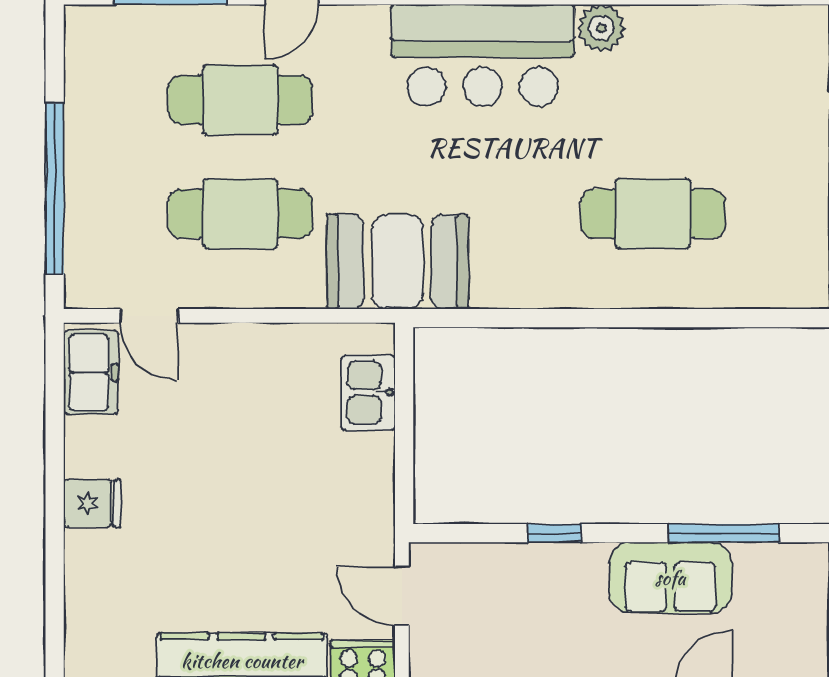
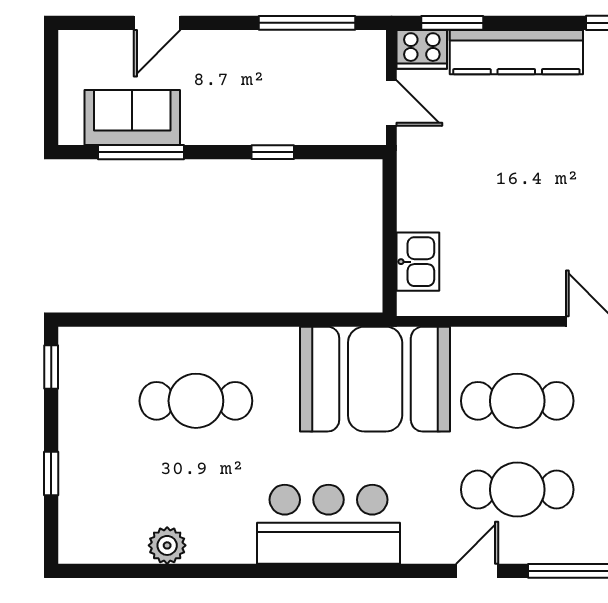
plant: (601, 28) -> (167, 545), moved
booth: (397, 262) -> (375, 379), width x1.36, depth x1.42
sofa: (670, 578) -> (132, 117), moved

